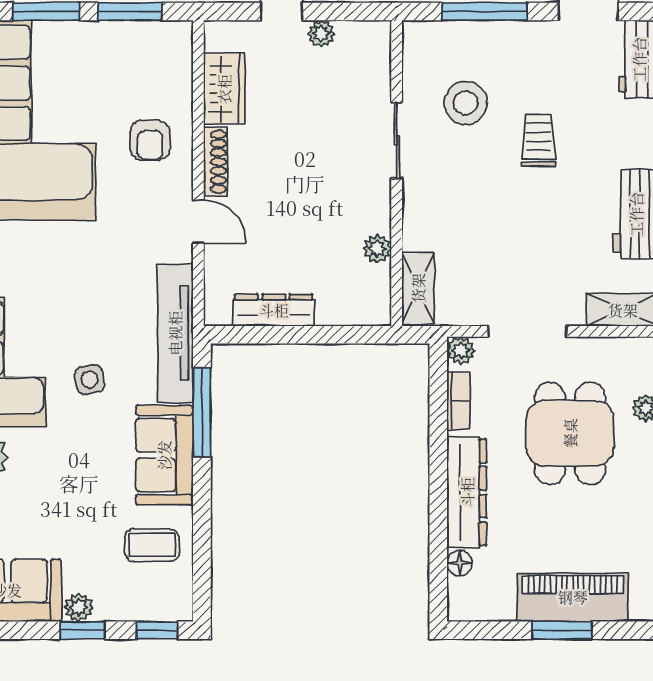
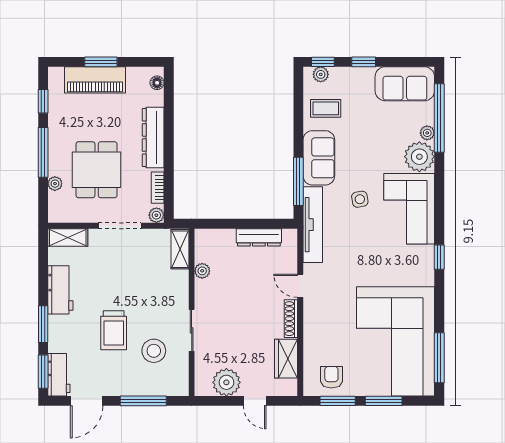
plant: (321, 34) -> (226, 382), width x1.88, depth x1.88
armchair: (150, 140) -> (331, 377), moved
trolley: (539, 140) -> (114, 330), width x1.36, depth x1.39
floor lamp: (460, 563) -> (157, 83), moved
plant: (79, 607) -> (321, 74), moved

